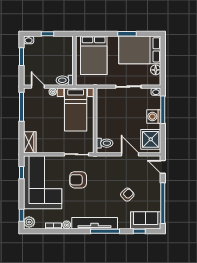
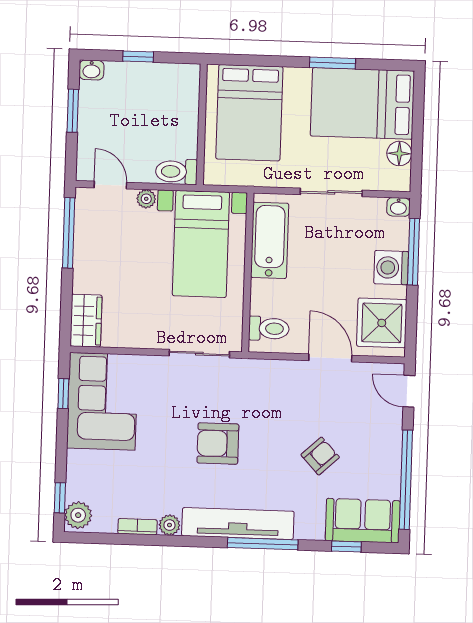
bathtub: (104, 107) -> (270, 240), added
armchair: (78, 180) -> (218, 443), moved
corner sofa: (43, 182) -> (102, 401), width x0.73, depth x0.74

